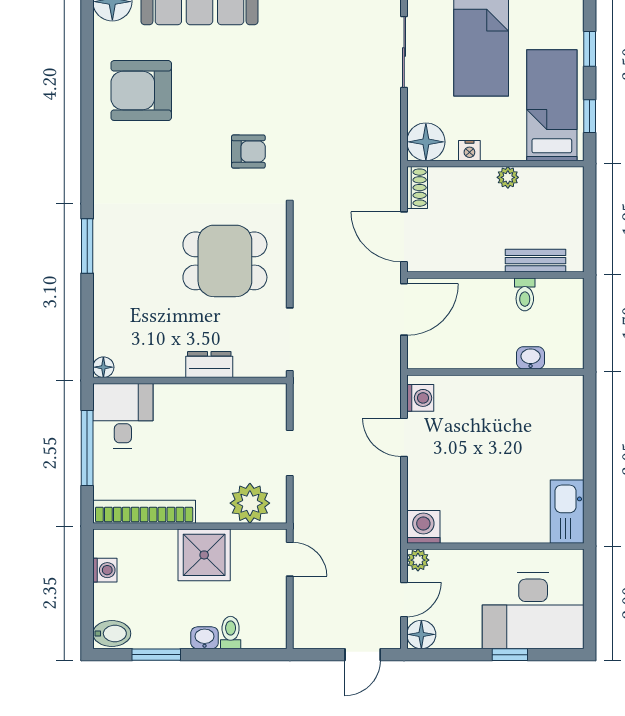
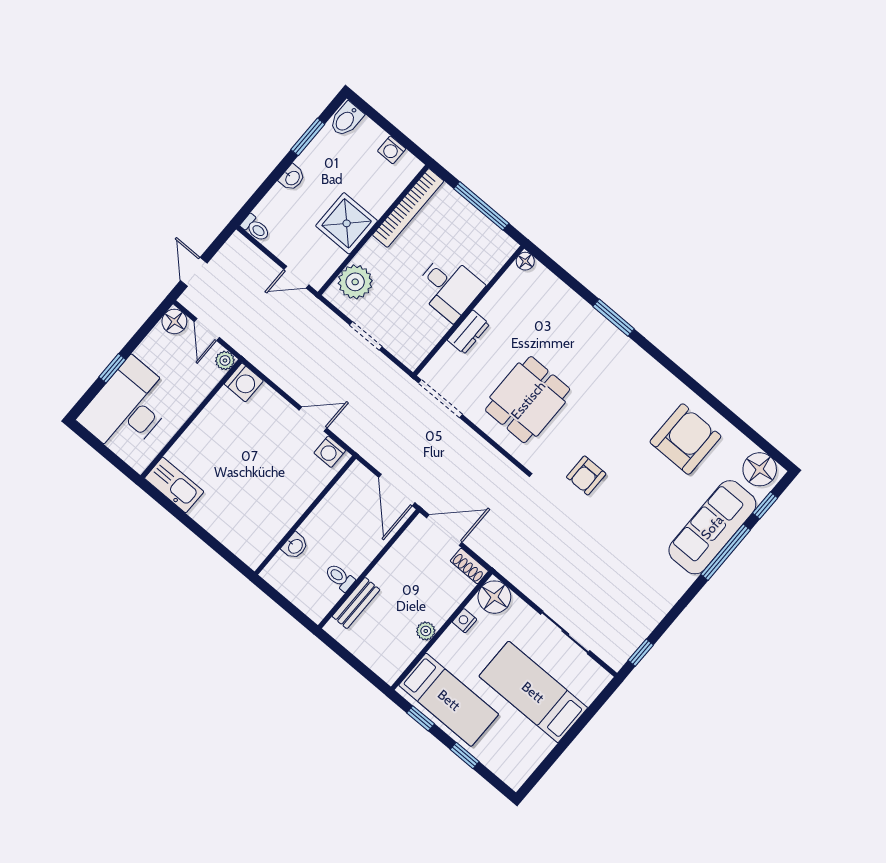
desk: (123, 416) -> (449, 287), moved
toilet: (231, 633) -> (255, 228), moved

